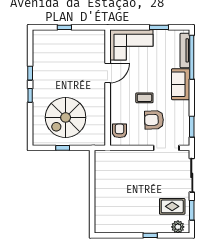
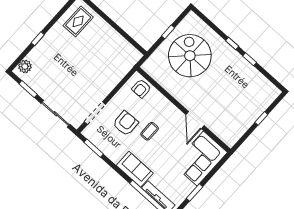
armchair: (120, 131) -> (141, 89), turned 90
rug: (172, 206) -> (78, 21), moved

